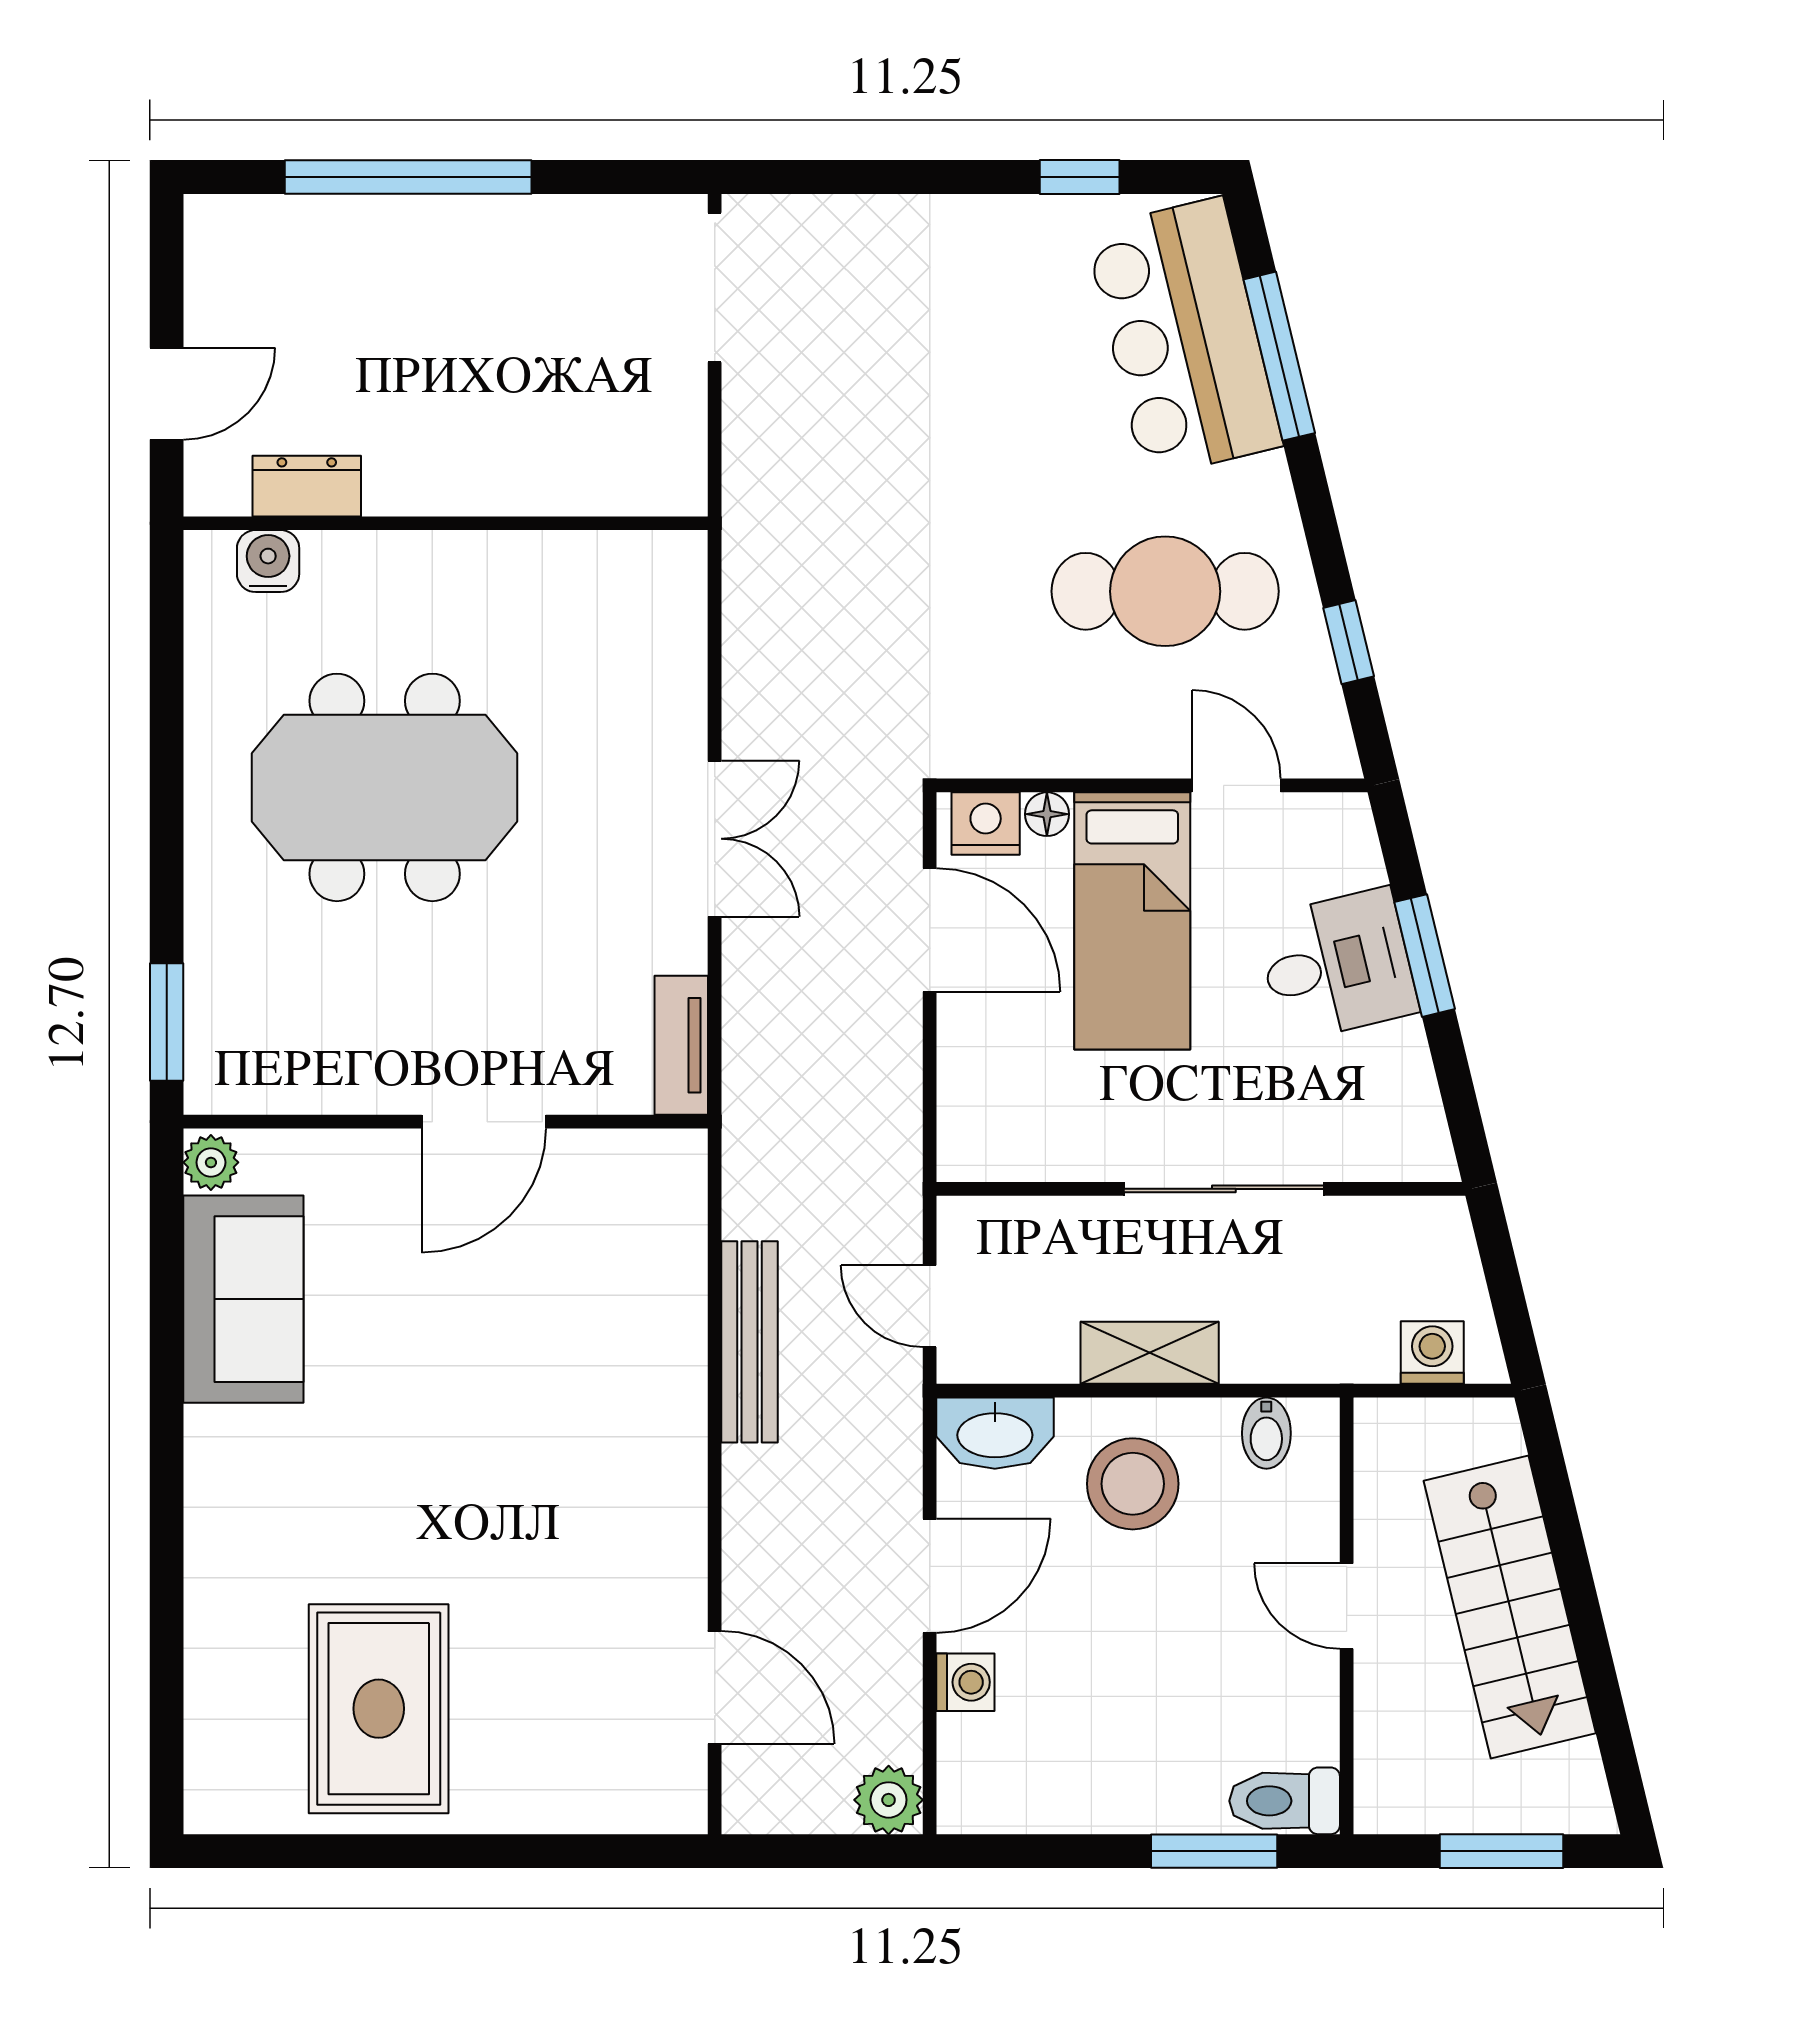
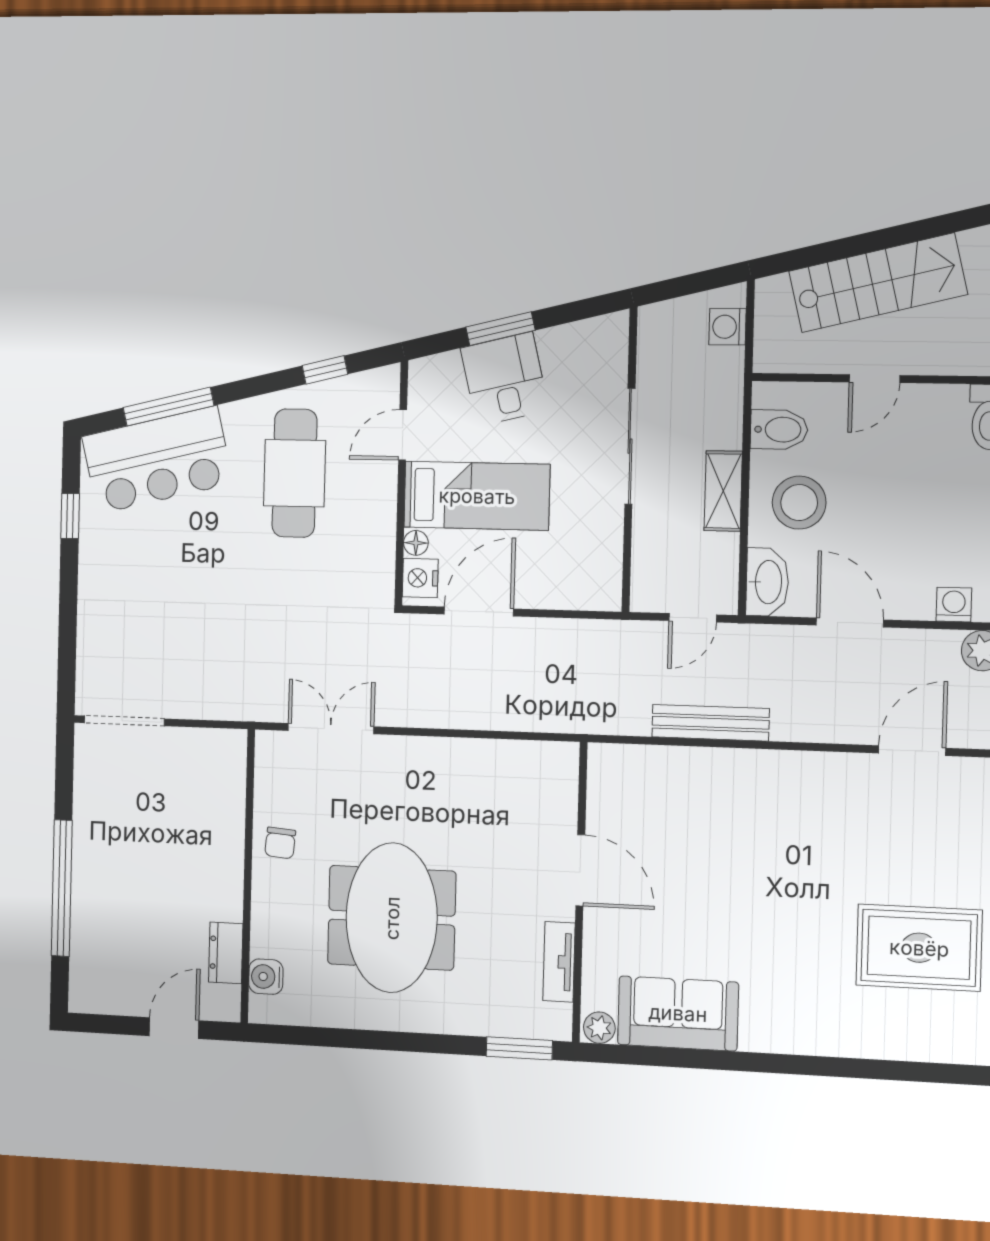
door: (167, 394) -> (174, 1028), hinge flipped
chair: (508, 581) -> (280, 843), added
double door: (715, 839) -> (331, 729), moved
tv unit: (681, 1045) -> (559, 962), moved, turned 90
bidet: (1266, 1433) -> (779, 430), width x1.38, depth x1.36
washing machine: (965, 1682) -> (954, 605), moved

